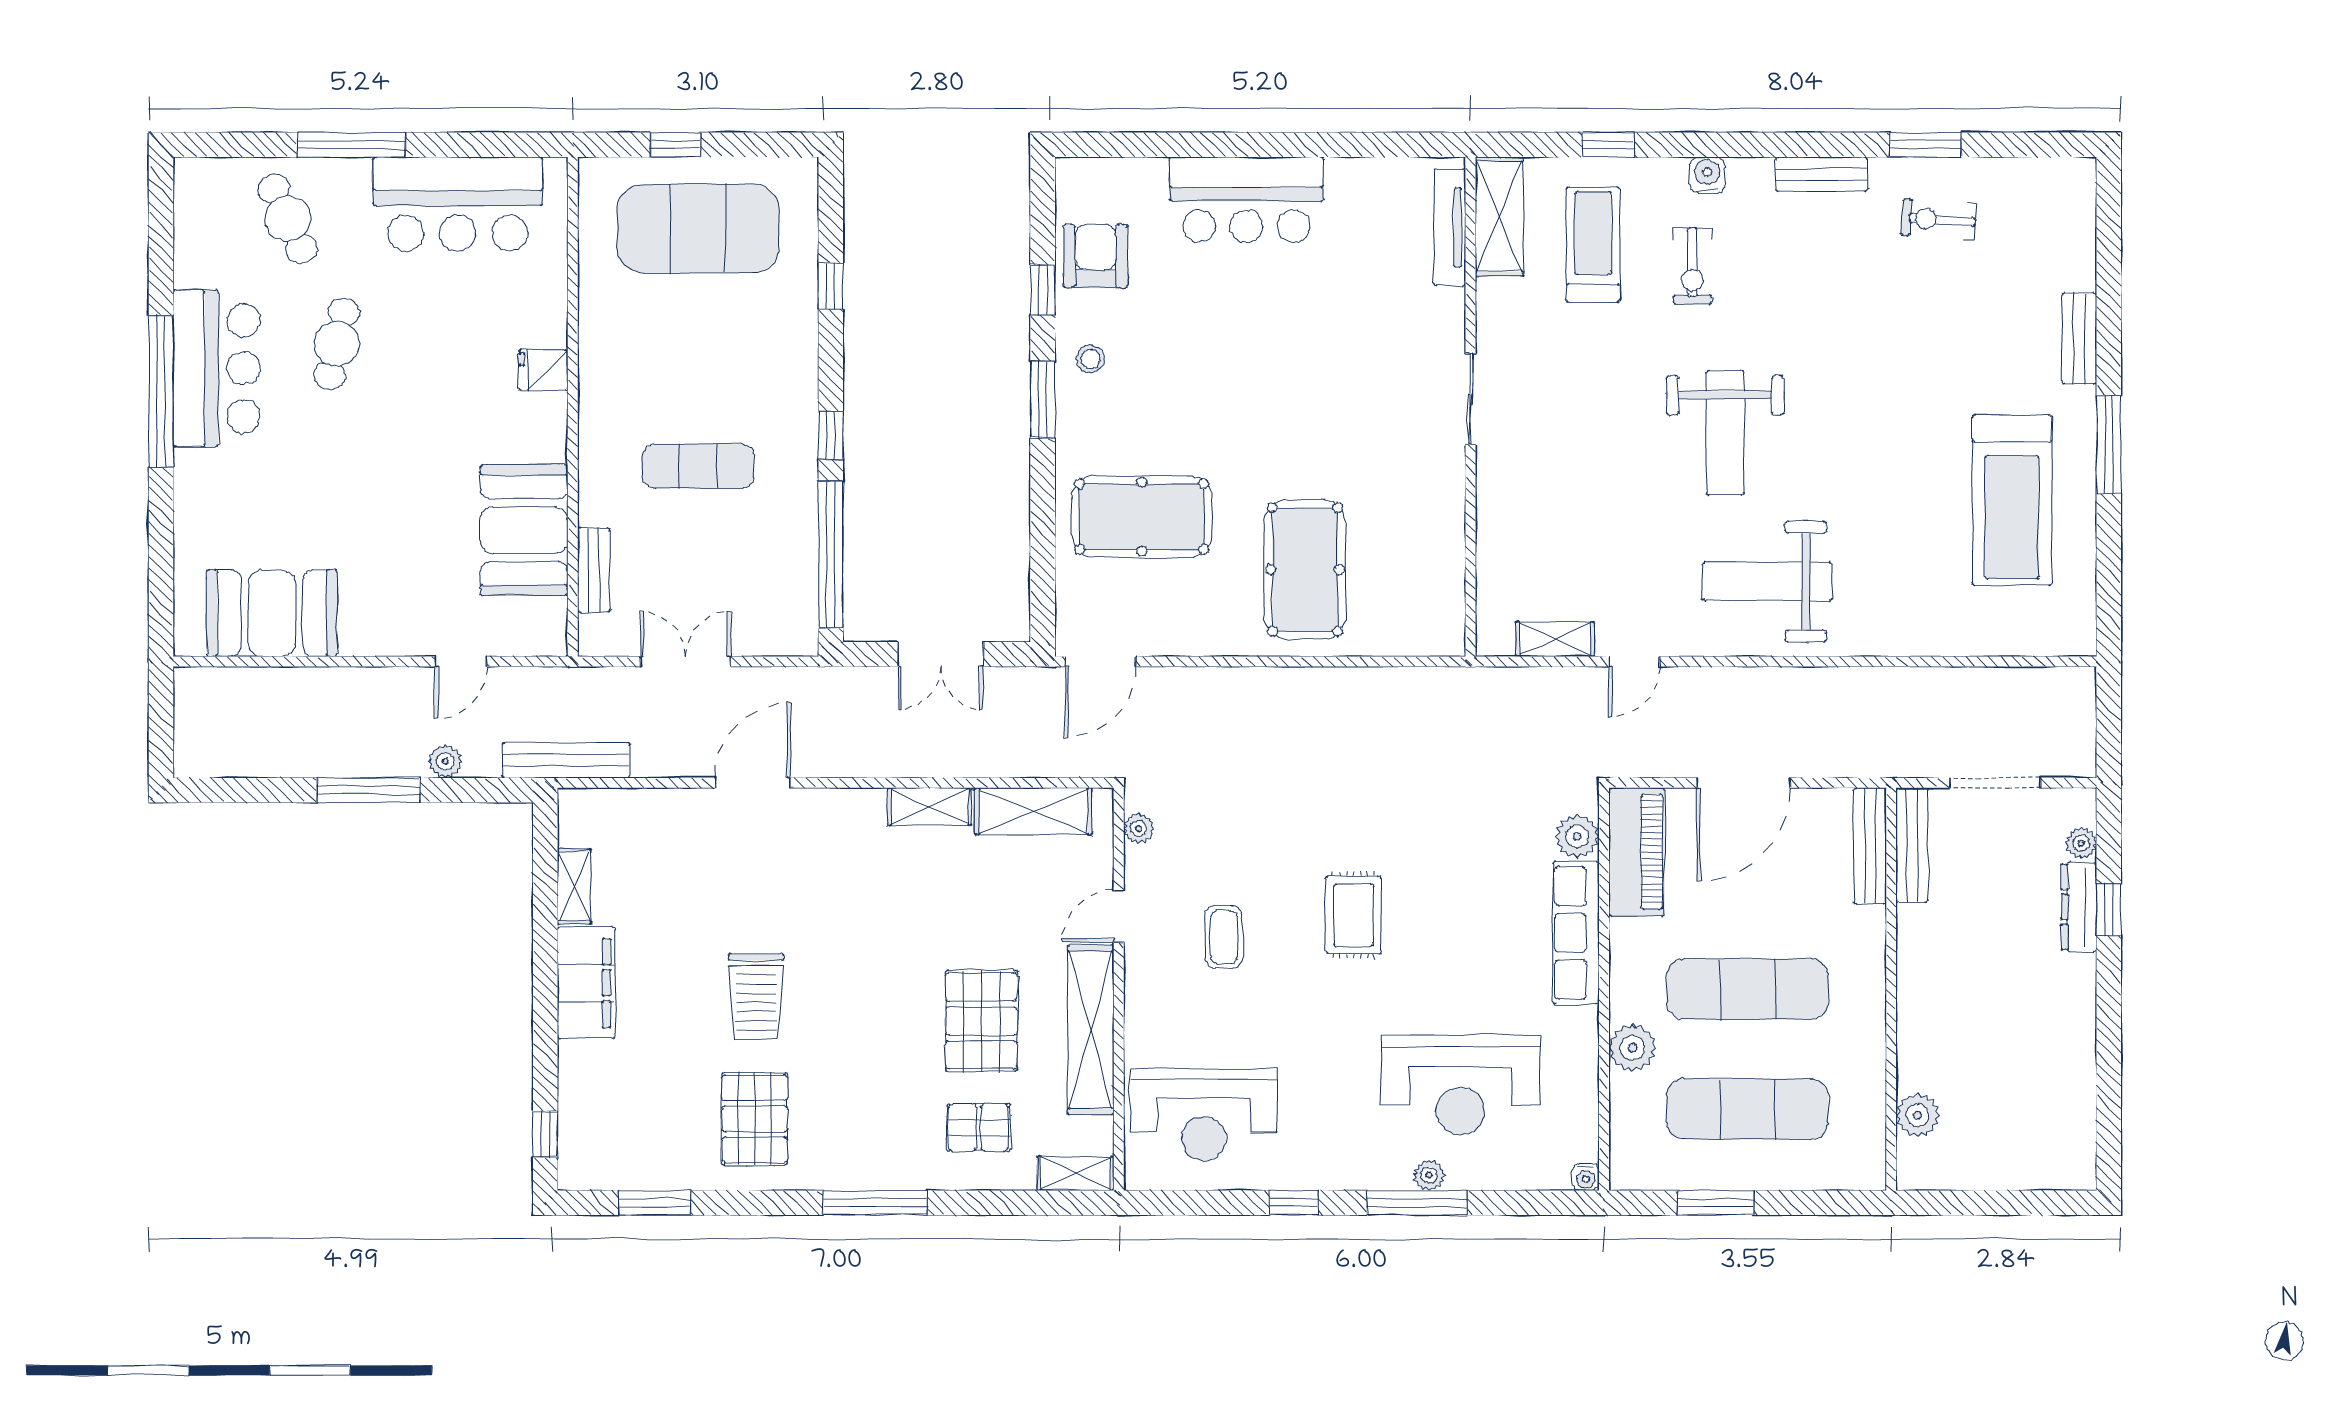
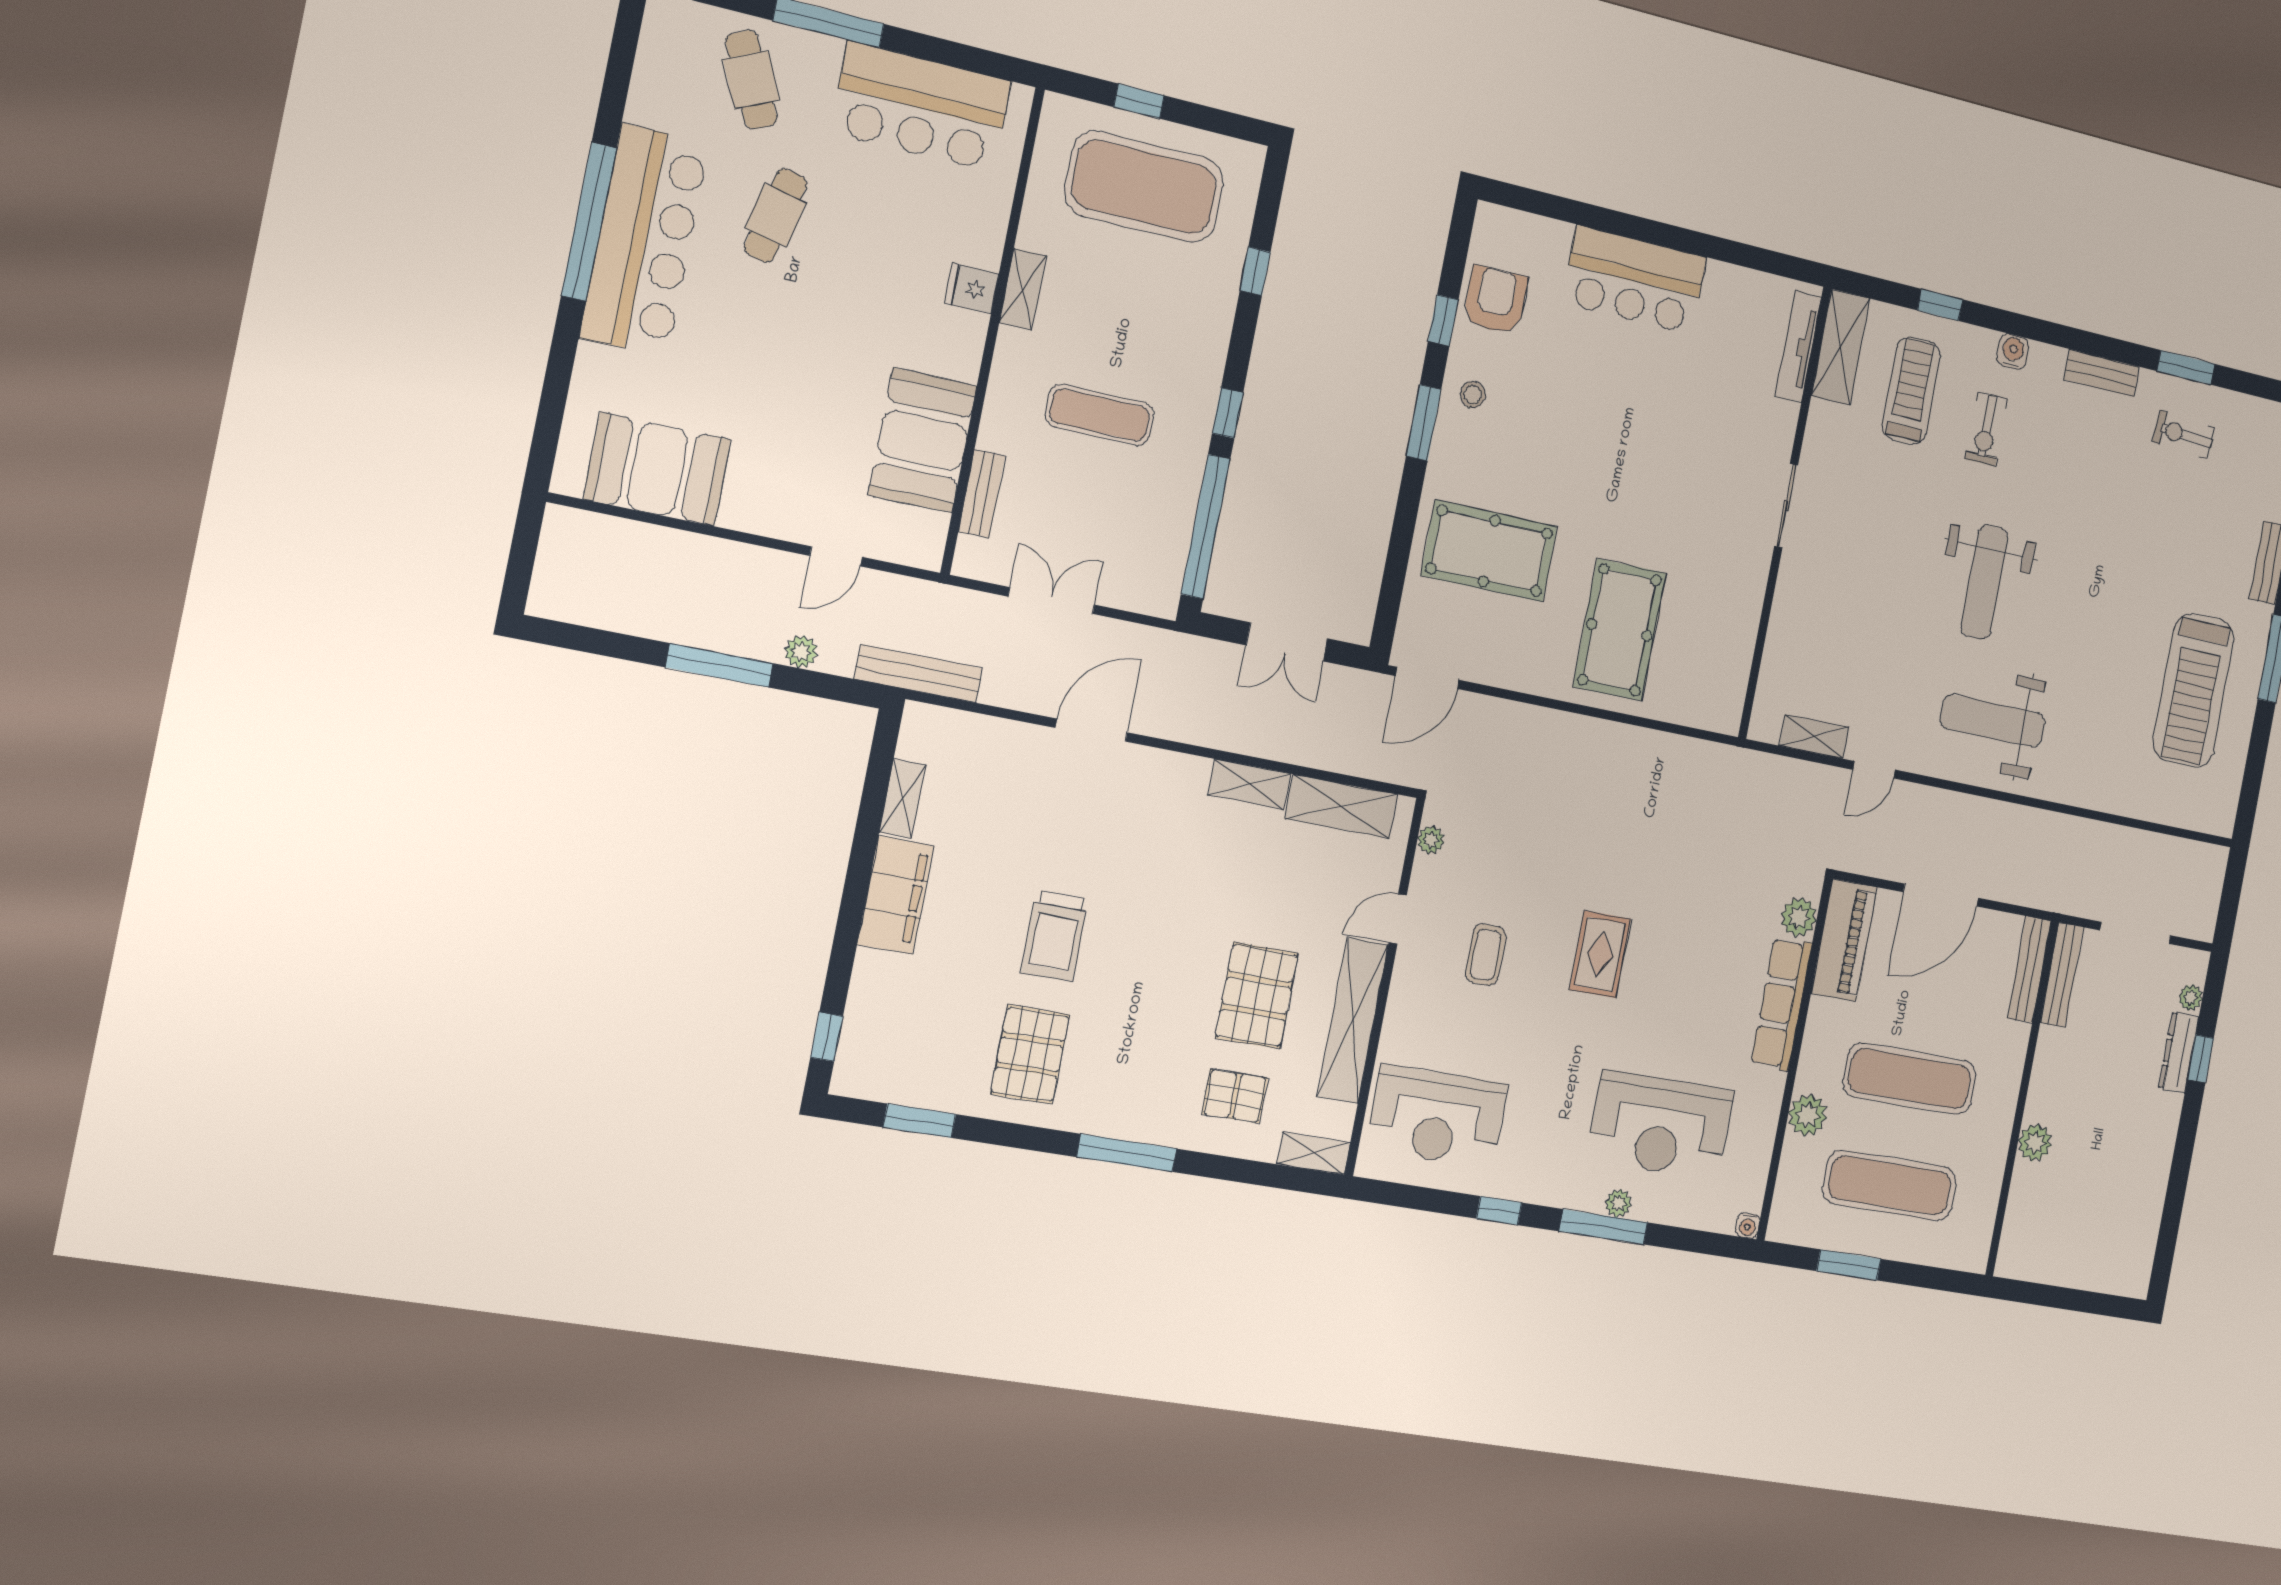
shelving: (595, 359) -> (1023, 289), added
bar counter: (217, 368) -> (645, 240), width x1.36
plant: (1918, 1115) -> (2035, 1143), moved

